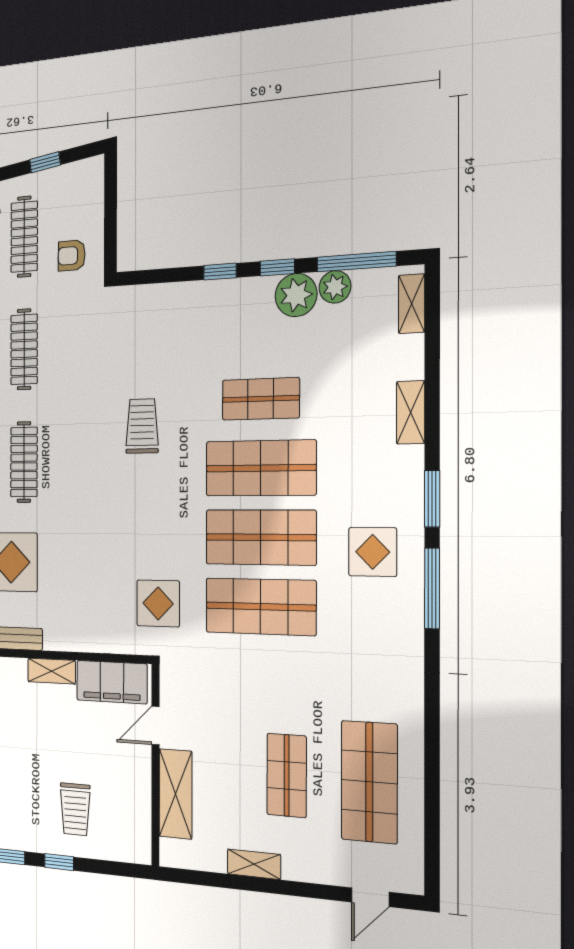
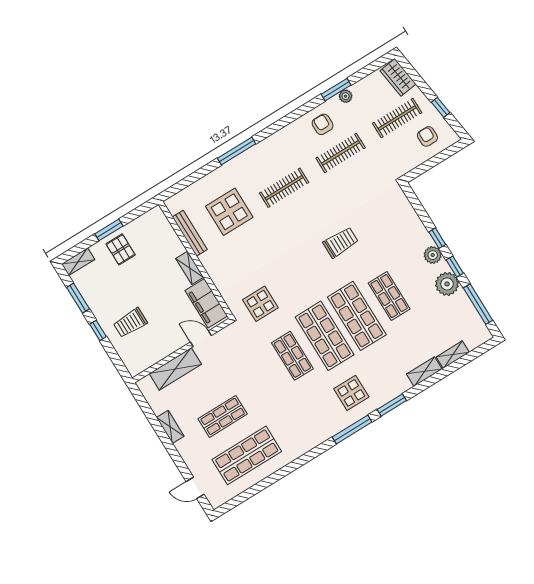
armchair: (72, 255) -> (427, 136), moved
plant: (335, 287) -> (433, 255), moved
shelving: (412, 304) -> (453, 355), moved
shop shelf: (261, 607) -> (292, 356), width x0.70, depth x0.74

